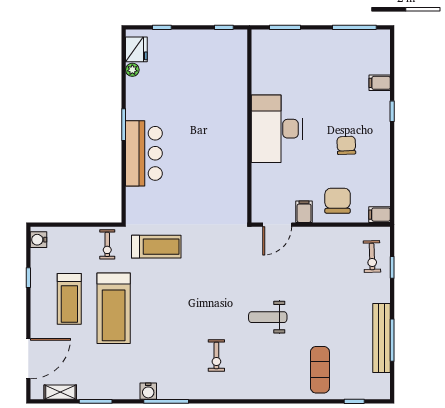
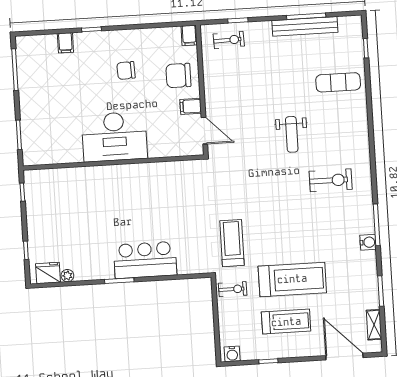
exercise bike: (216, 355) -> (331, 180), width x1.38, depth x1.39

